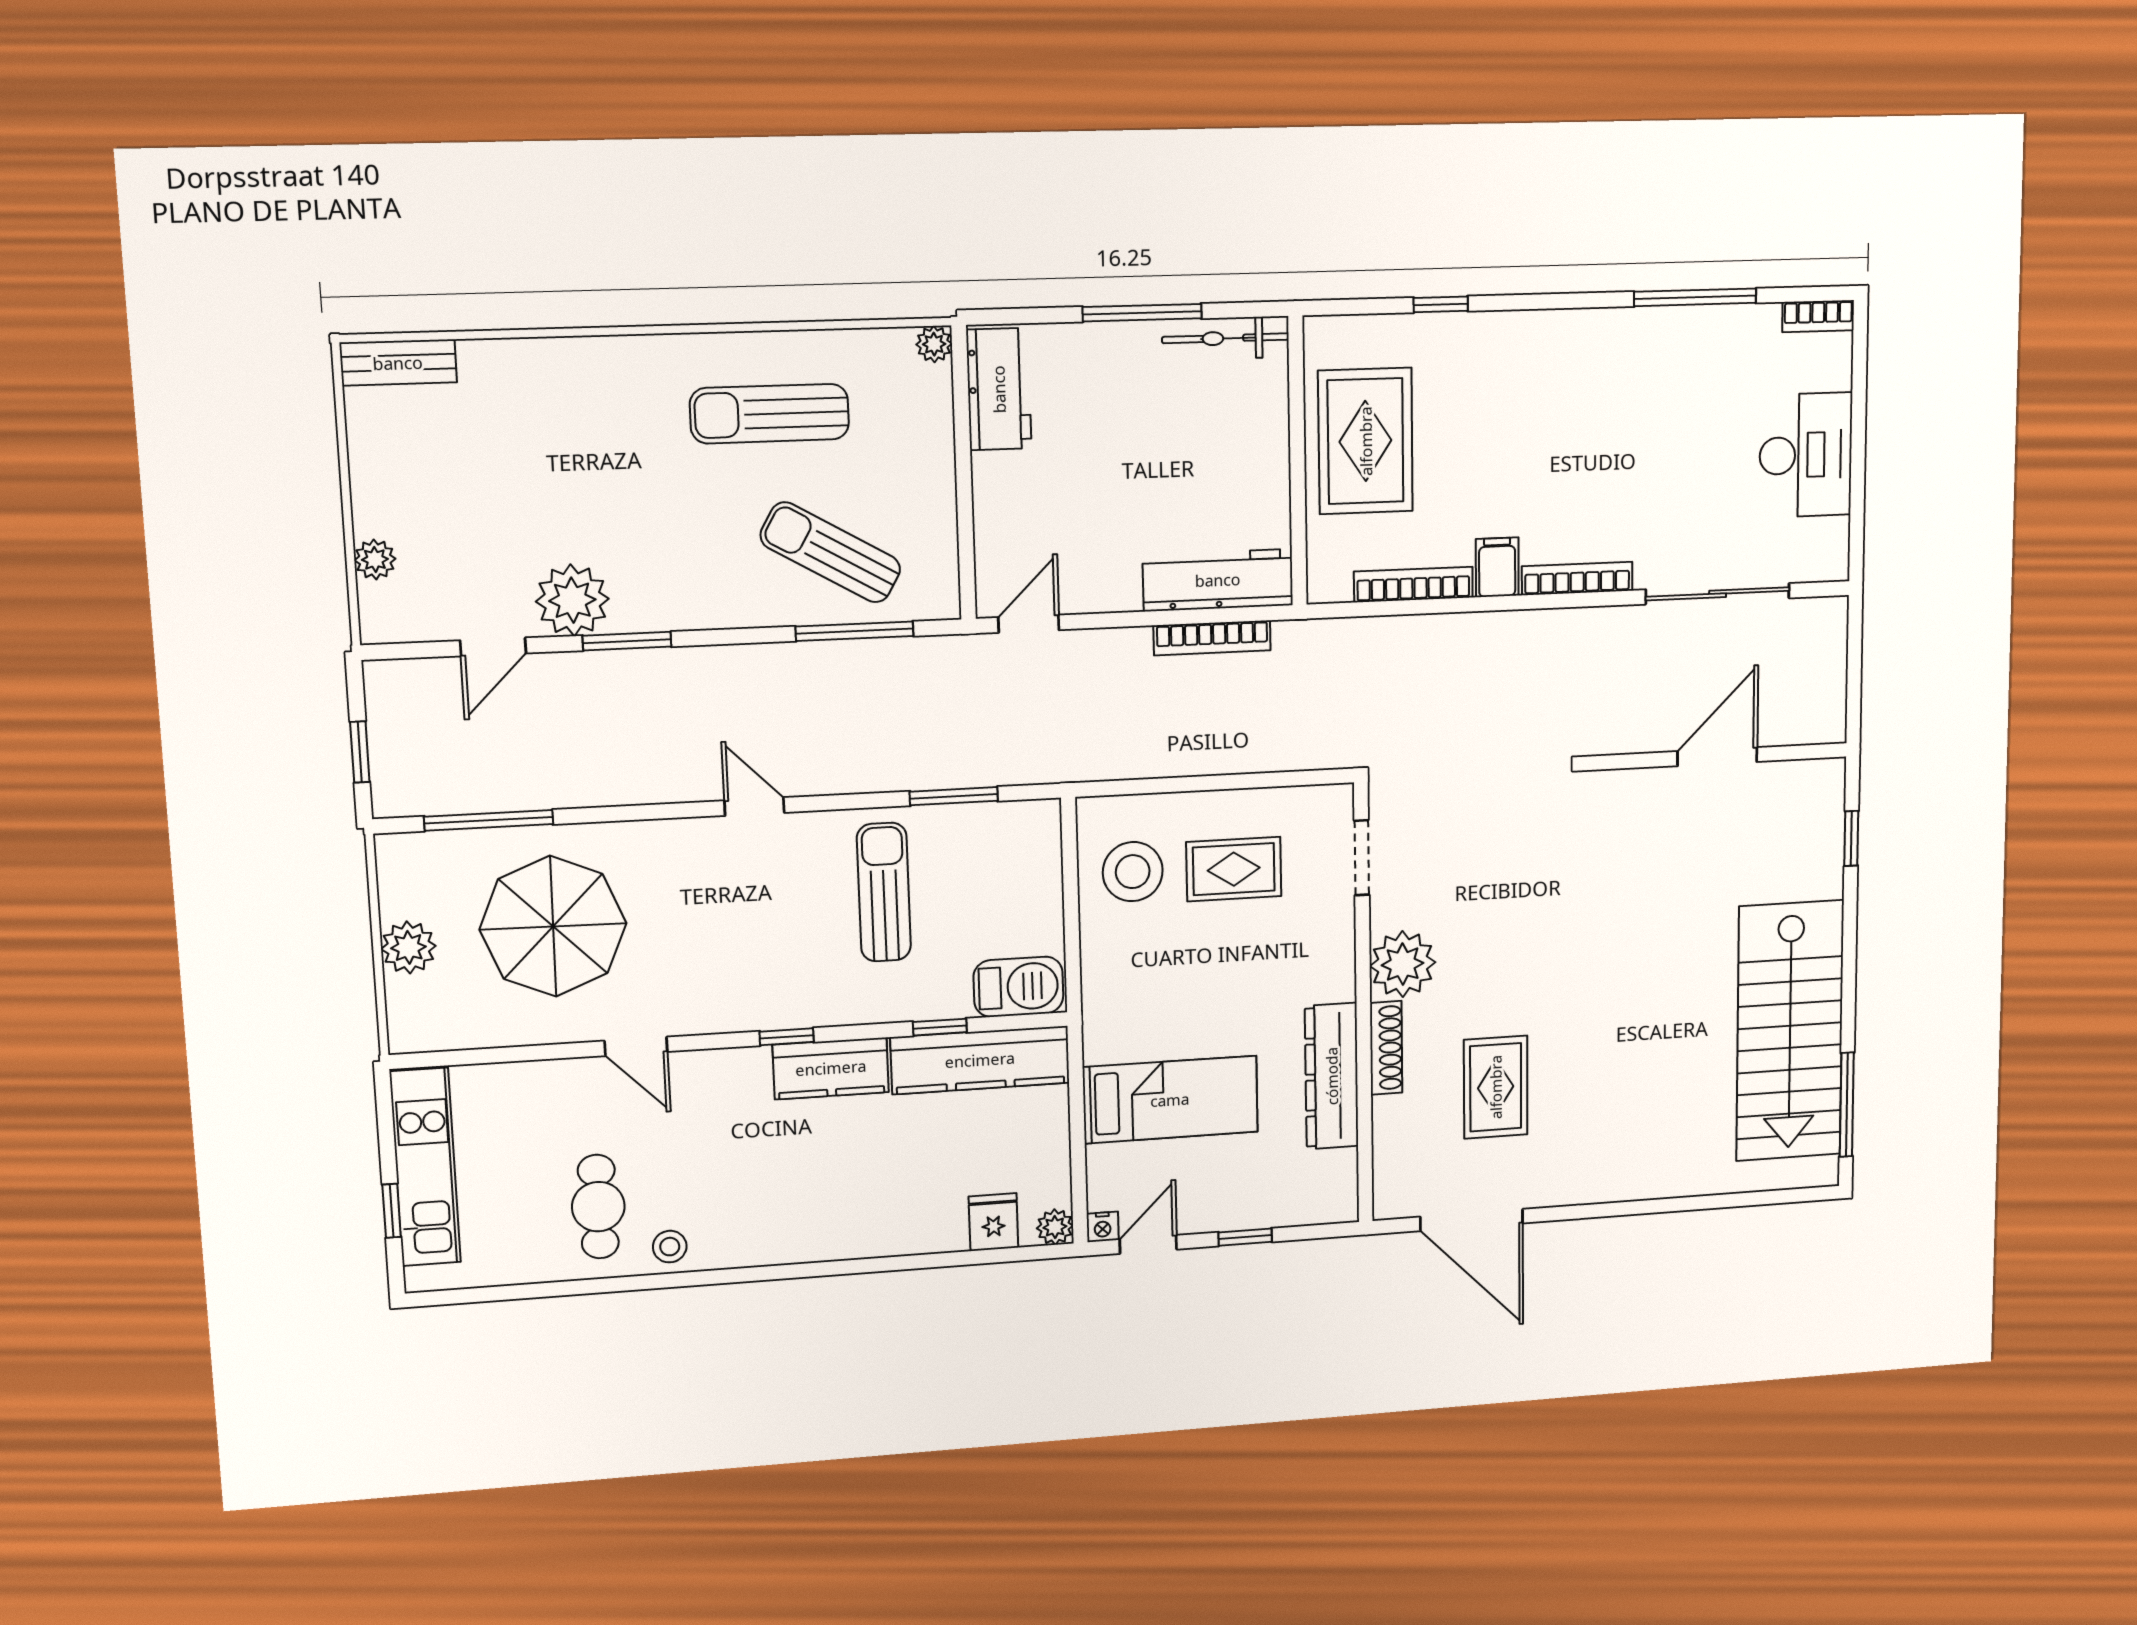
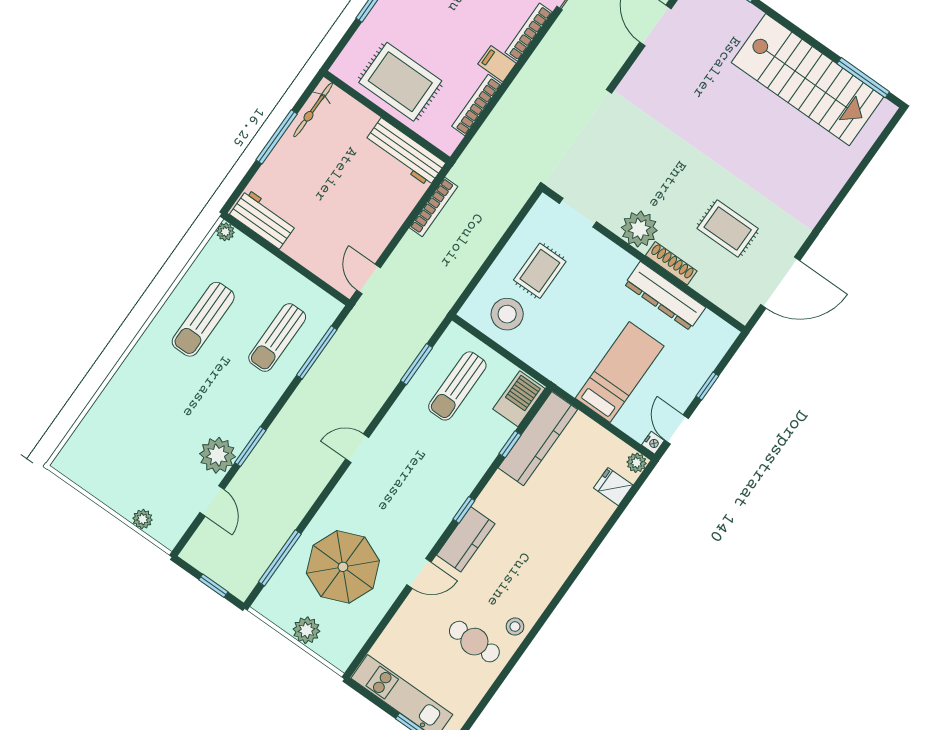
bench: (398, 363) -> (74, 449), removed
sun lounger: (830, 552) -> (277, 338), turned -30
workbench: (1218, 580) -> (405, 152), moved, turned -90
sun lounger: (884, 892) -> (457, 386), moved, turned -90
kitchen counter: (831, 1068) -> (466, 539), moved

